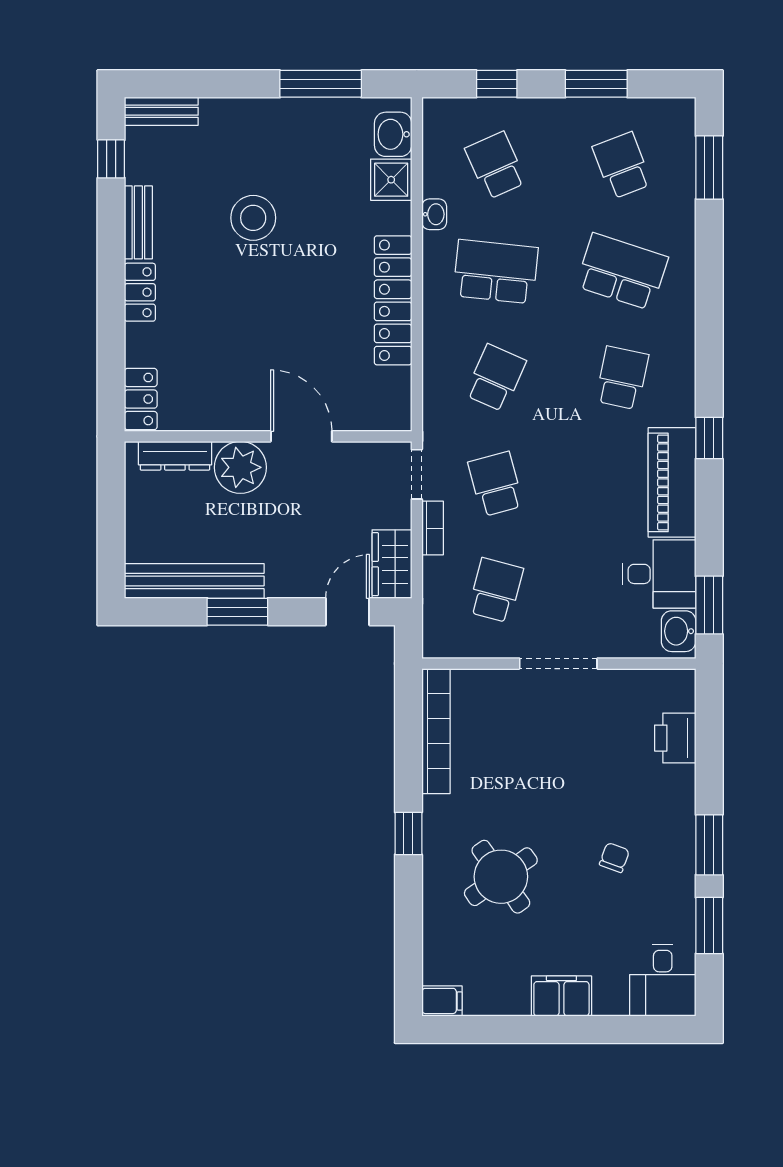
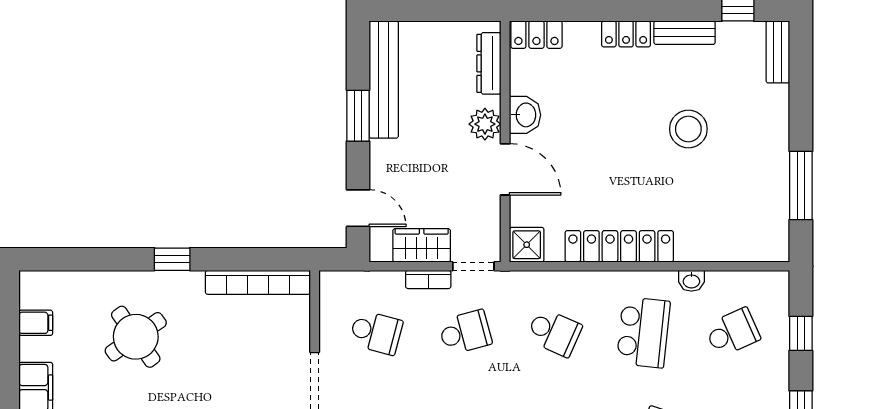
washbasin: (393, 134) -> (525, 115), moved, turned 90
shower: (391, 180) -> (527, 245), moved
door: (301, 436) -> (505, 169), hinge flipped
plant: (240, 467) -> (485, 124), width x0.73, depth x0.73
wardrobe: (392, 564) -> (422, 245), moved
filing cabinet: (442, 1001) -> (36, 323), moved, turned -90

